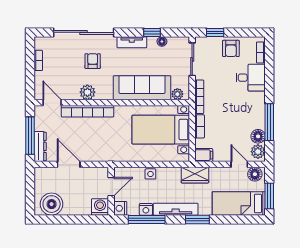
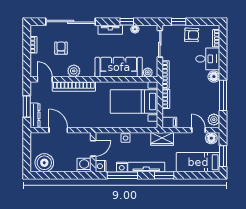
armchair: (231, 48) -> (192, 35), turned -88
armchair: (93, 61) -> (61, 48), moved
window: (30, 136) -> (27, 107), width x0.69
floor lamp: (258, 136) -> (214, 77), moved

